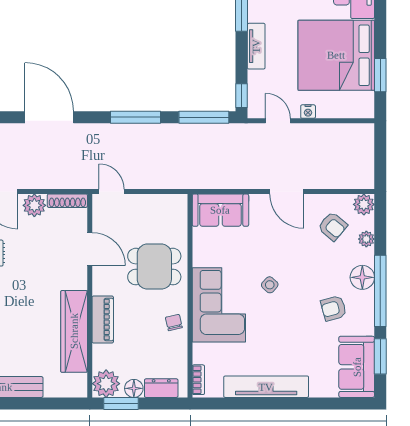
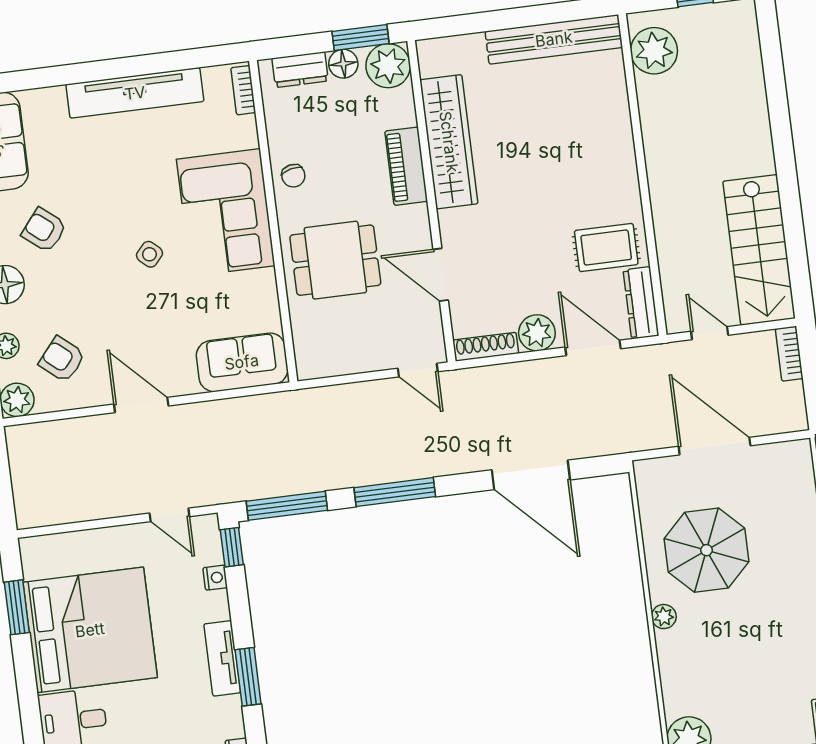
tv unit: (256, 46) -> (222, 658), moved
nightstand: (308, 112) -> (215, 578), moved, turned 90
armchair: (334, 308) -> (44, 230), turned -126

